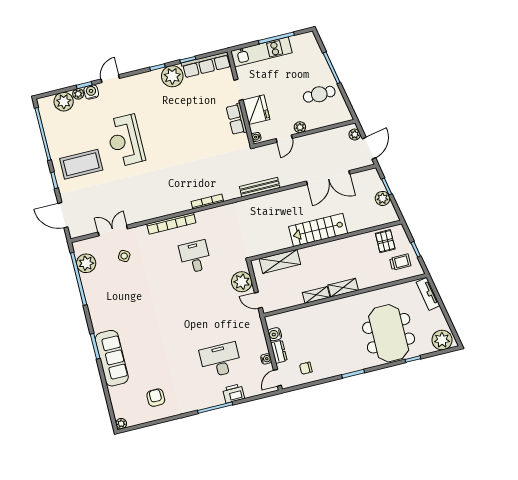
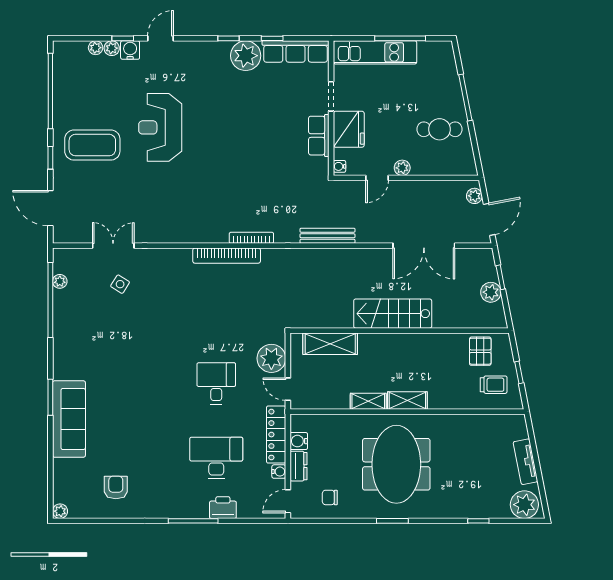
plant: (64, 102) -> (96, 48), width x0.53, depth x0.53
bookcase: (171, 223) -> (227, 256), moved
desk: (195, 257) -> (216, 383), moved
plant: (86, 263) -> (60, 281), width x0.53, depth x0.53
tv unit: (428, 294) -> (526, 462), moved
meeting table: (389, 333) -> (396, 464), moved
locker: (258, 334) -> (276, 435), added

